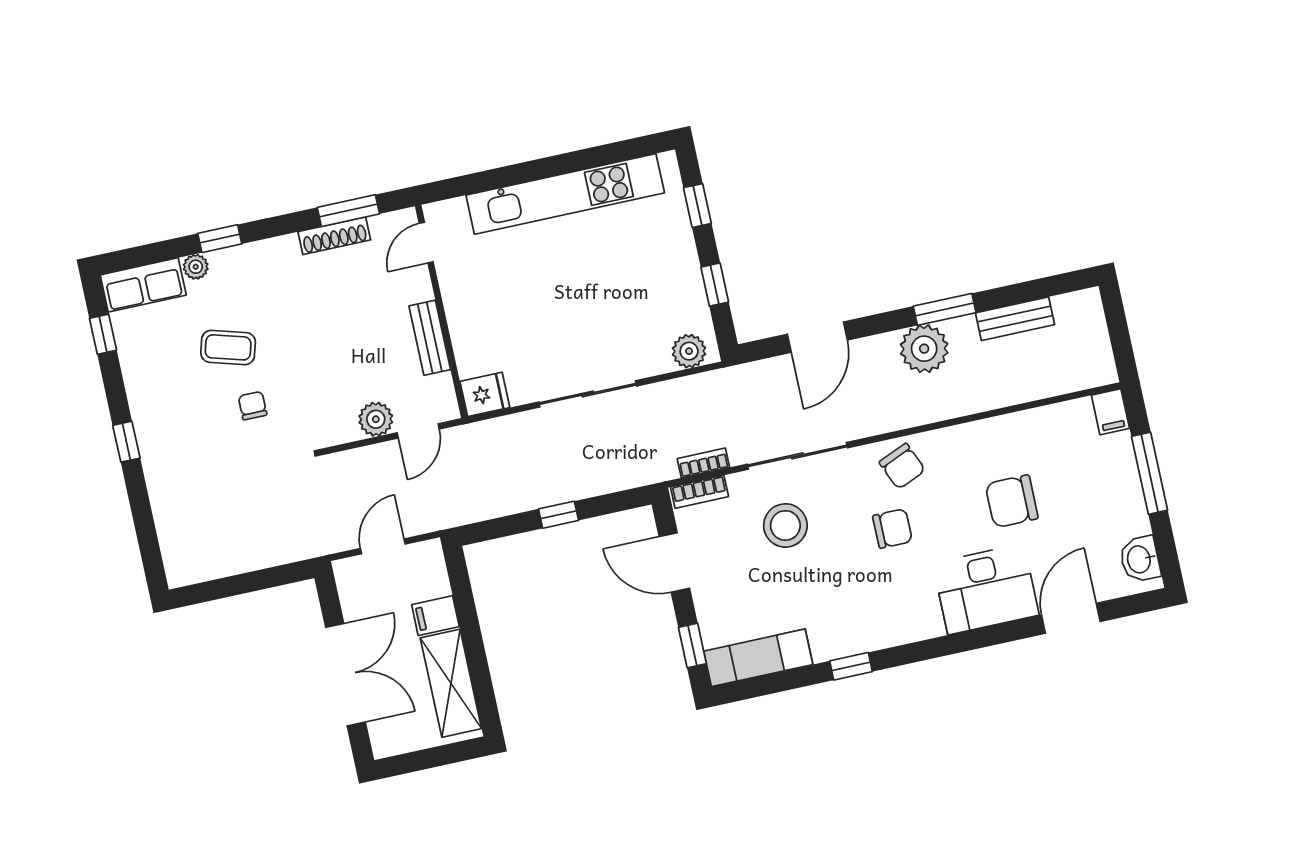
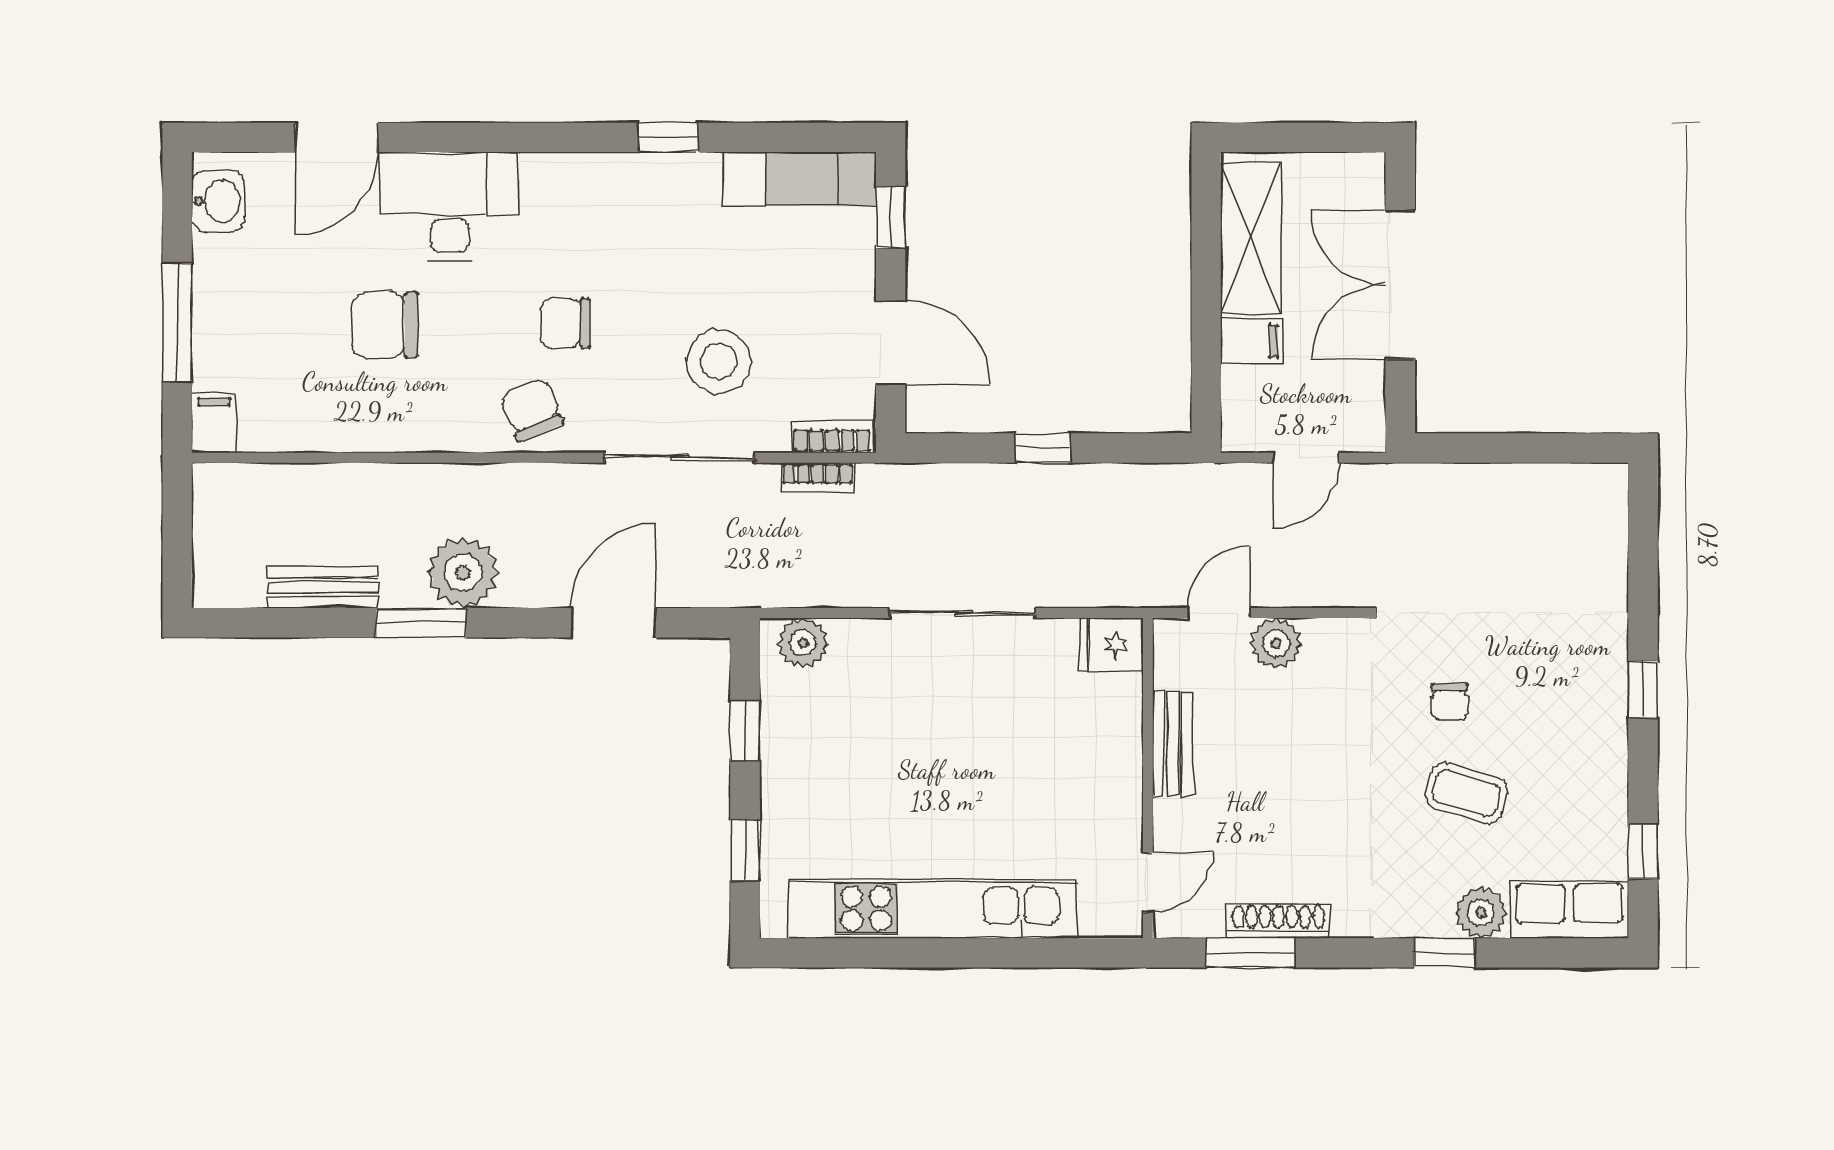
plant: (196, 267) -> (1481, 913), width x1.38, depth x1.38
chair: (1012, 501) -> (385, 325), turned 180

